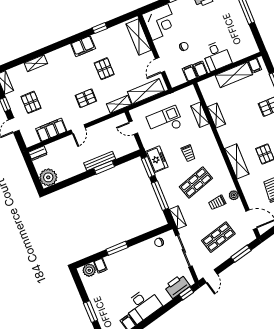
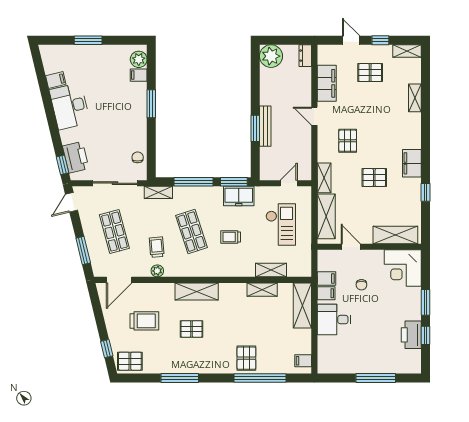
shelving: (234, 75) -> (302, 305), moved
door: (210, 276) -> (72, 202), hinge flipped

